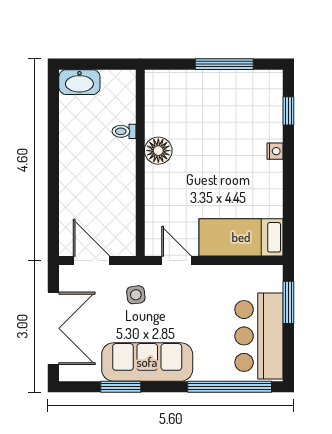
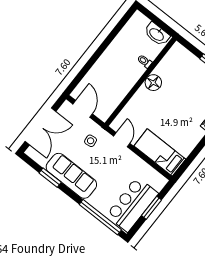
washbasin: (79, 82) -> (157, 34), moved
window: (288, 302) -> (152, 208), moved

